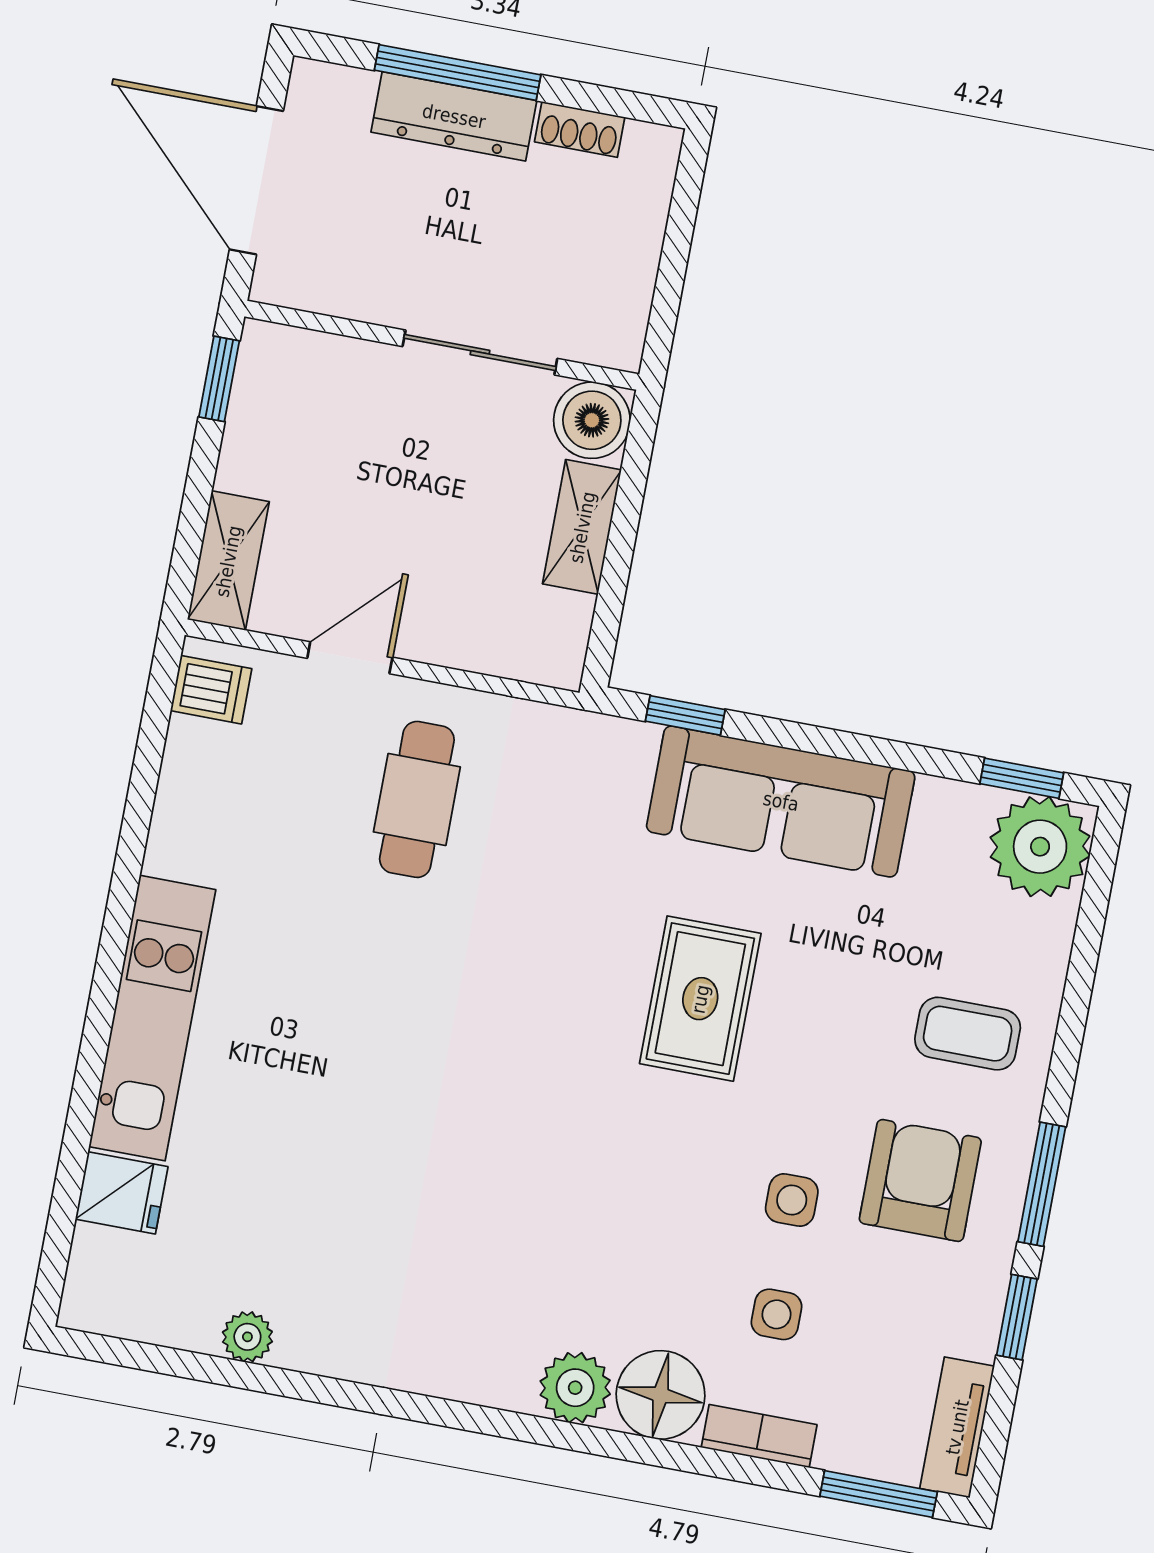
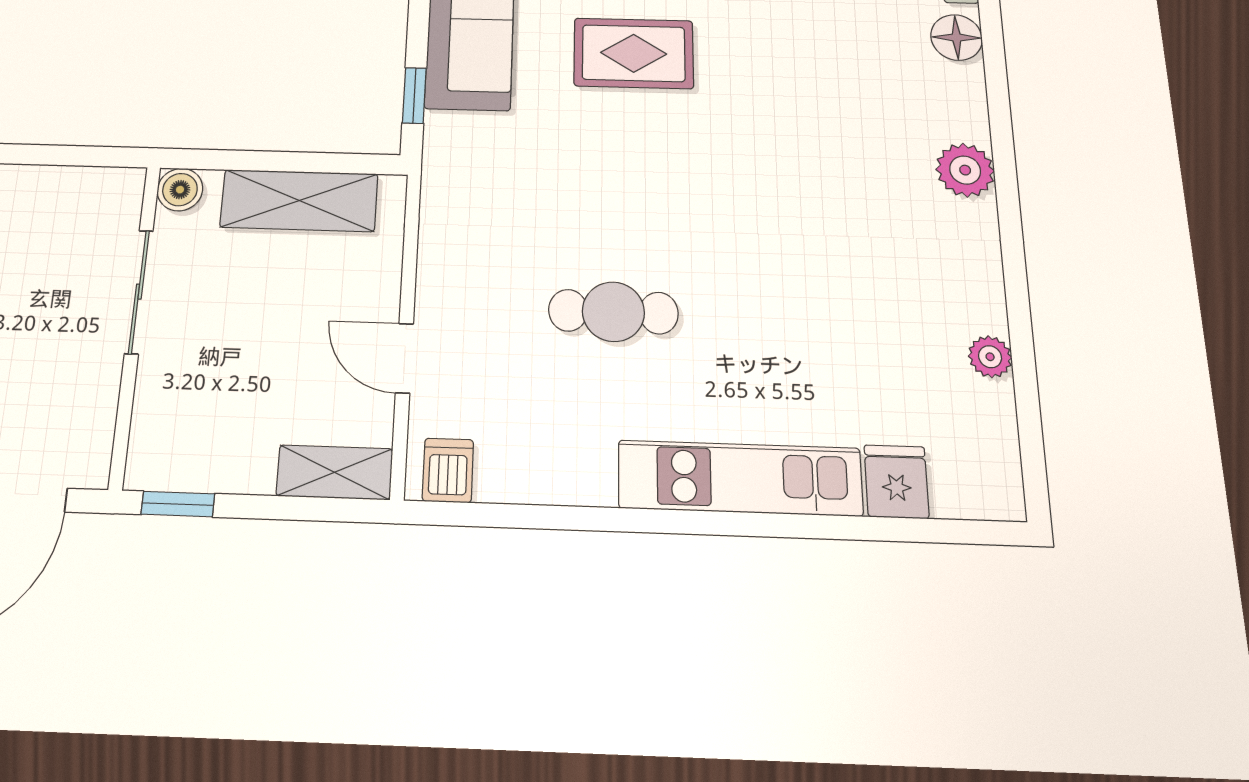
boiler: (592, 420) -> (180, 190), width x0.73, depth x0.73
shelving: (582, 527) -> (299, 201), width x1.50, depth x1.33
cafe table: (417, 799) -> (613, 312), moved
plant: (575, 1388) -> (965, 170), moved
floor lamp: (661, 1395) -> (957, 37), width x0.73, depth x0.73

